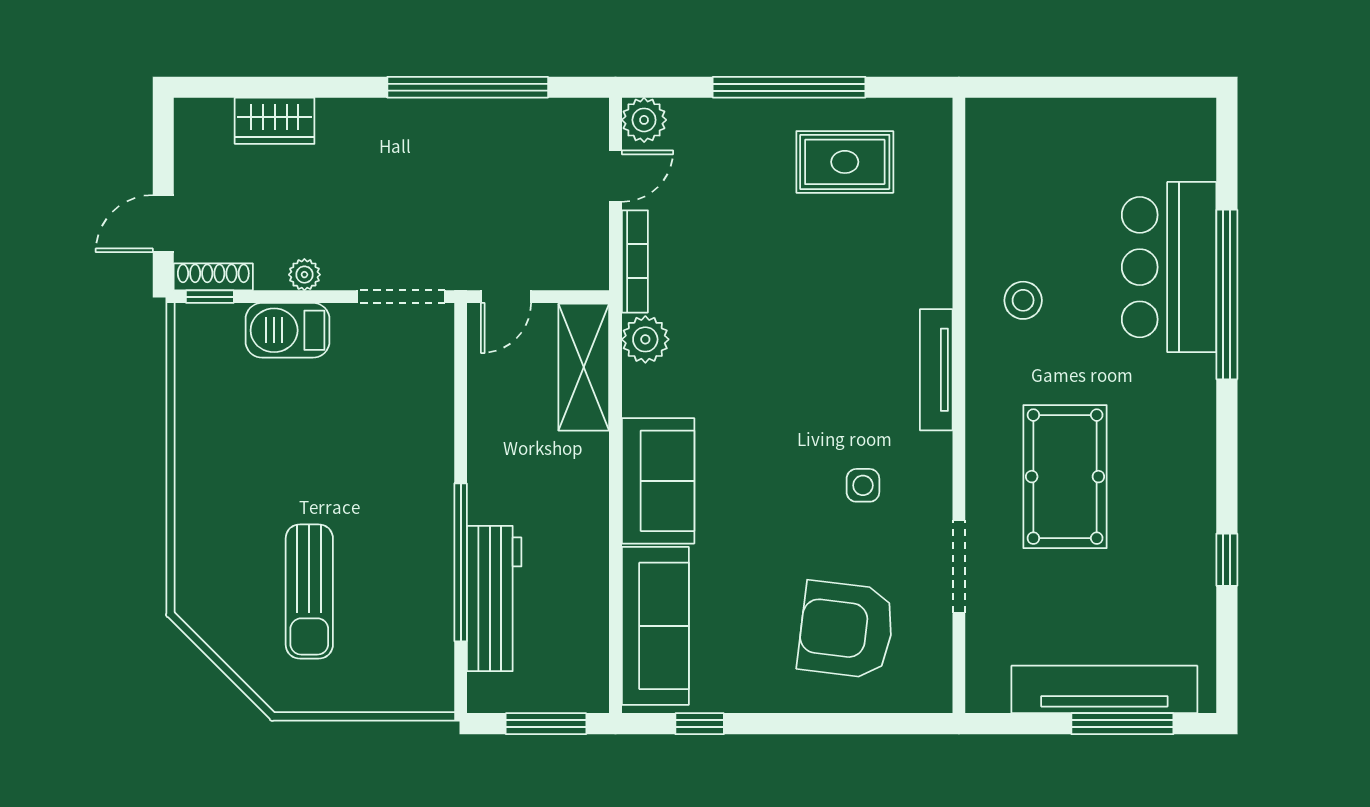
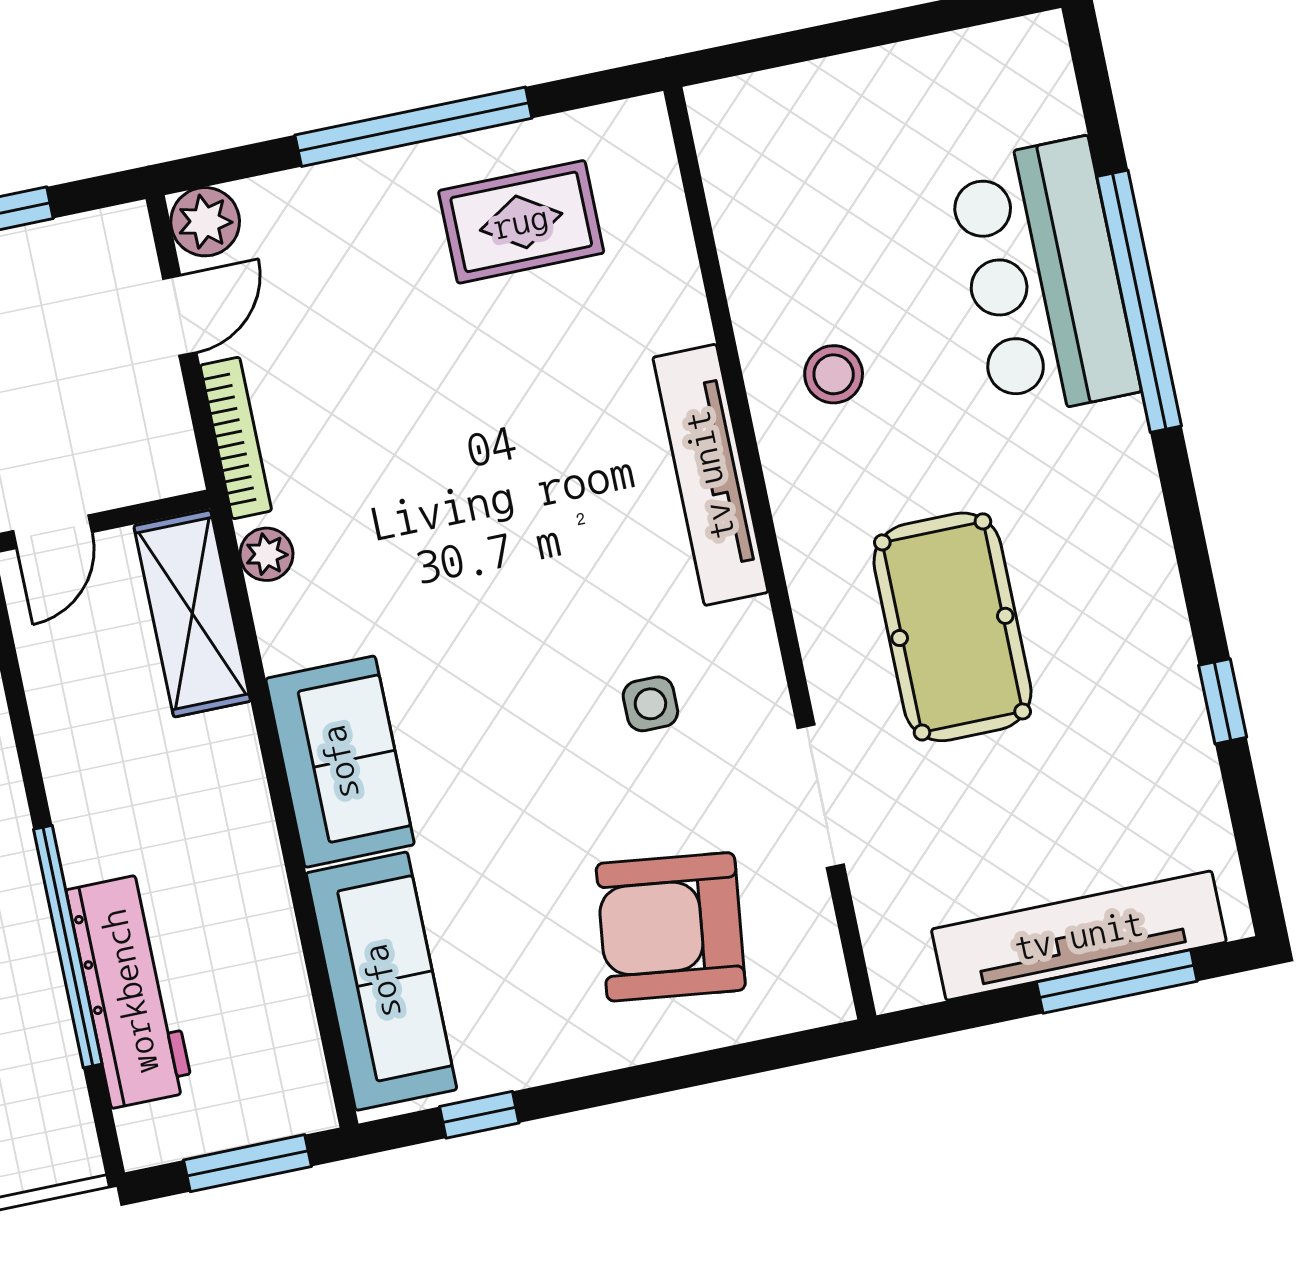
plant: (645, 339) -> (266, 554), width x0.73, depth x0.73
tv unit: (936, 370) -> (710, 475), width x1.36, depth x1.29

